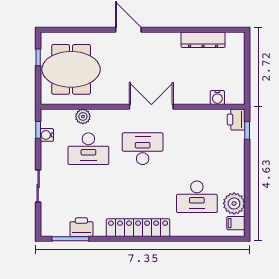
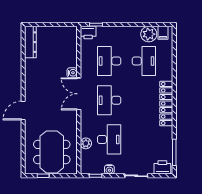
dresser: (203, 40) -> (30, 42), moved
water cooler: (217, 97) -> (72, 73), moved
water cooler: (47, 135) -> (109, 169), moved
desk: (197, 149) -> (109, 61), added
printer: (81, 227) -> (162, 167), moved, turned 90

